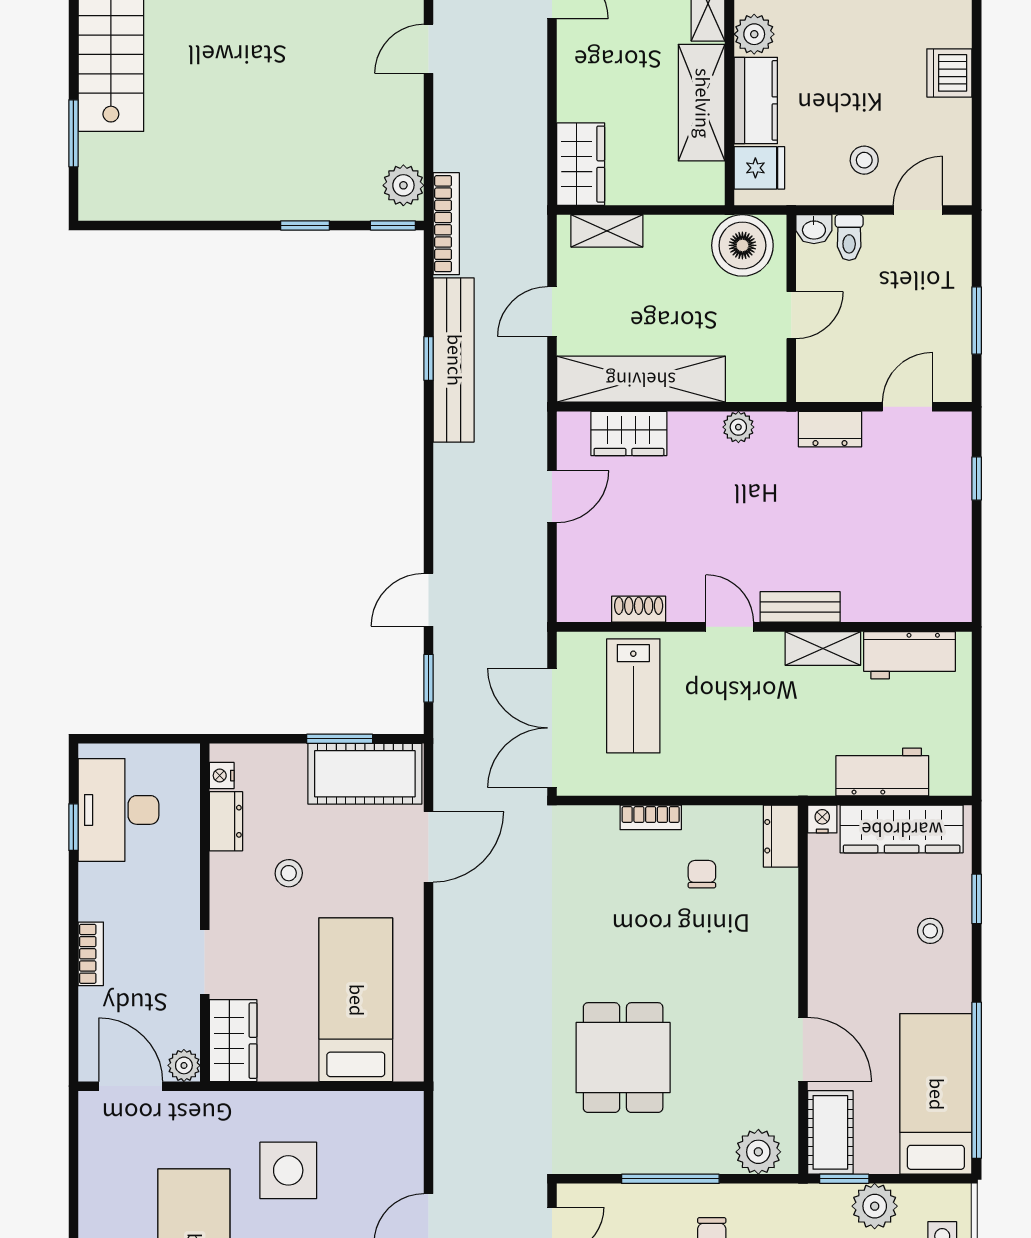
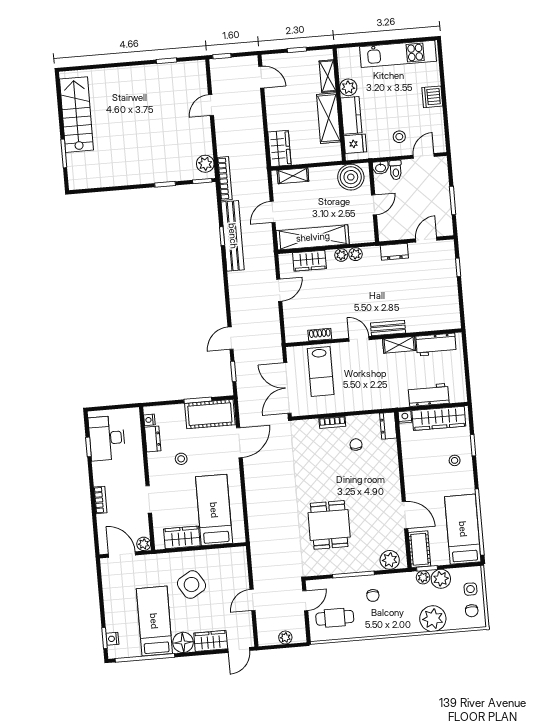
plant: (705, 427) -> (341, 255), added
wardrobe: (233, 1041) -> (182, 537), moved, turned -90
side table: (288, 1170) -> (192, 585), turned -31
plant: (833, 1199) -> (423, 577), added

